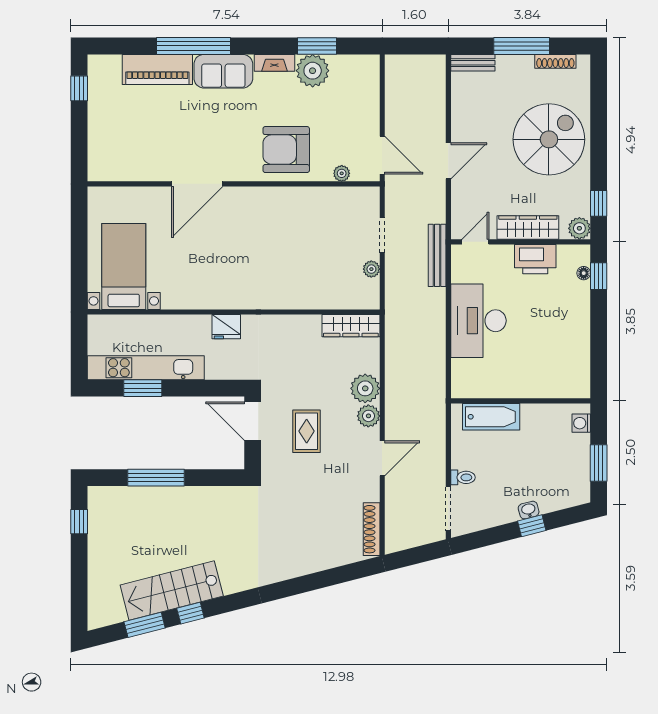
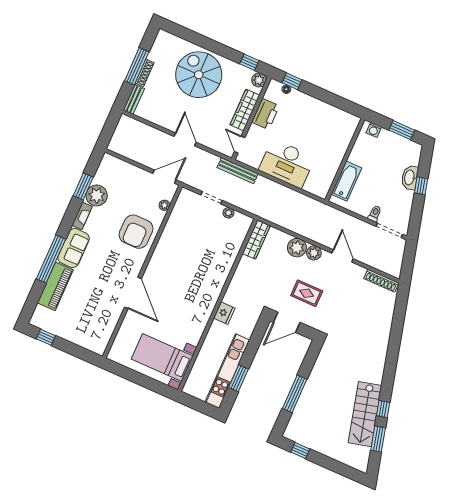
shoe rack: (555, 61) -> (145, 73), moved
washbasin: (529, 510) -> (410, 178), width x1.91, depth x1.45

